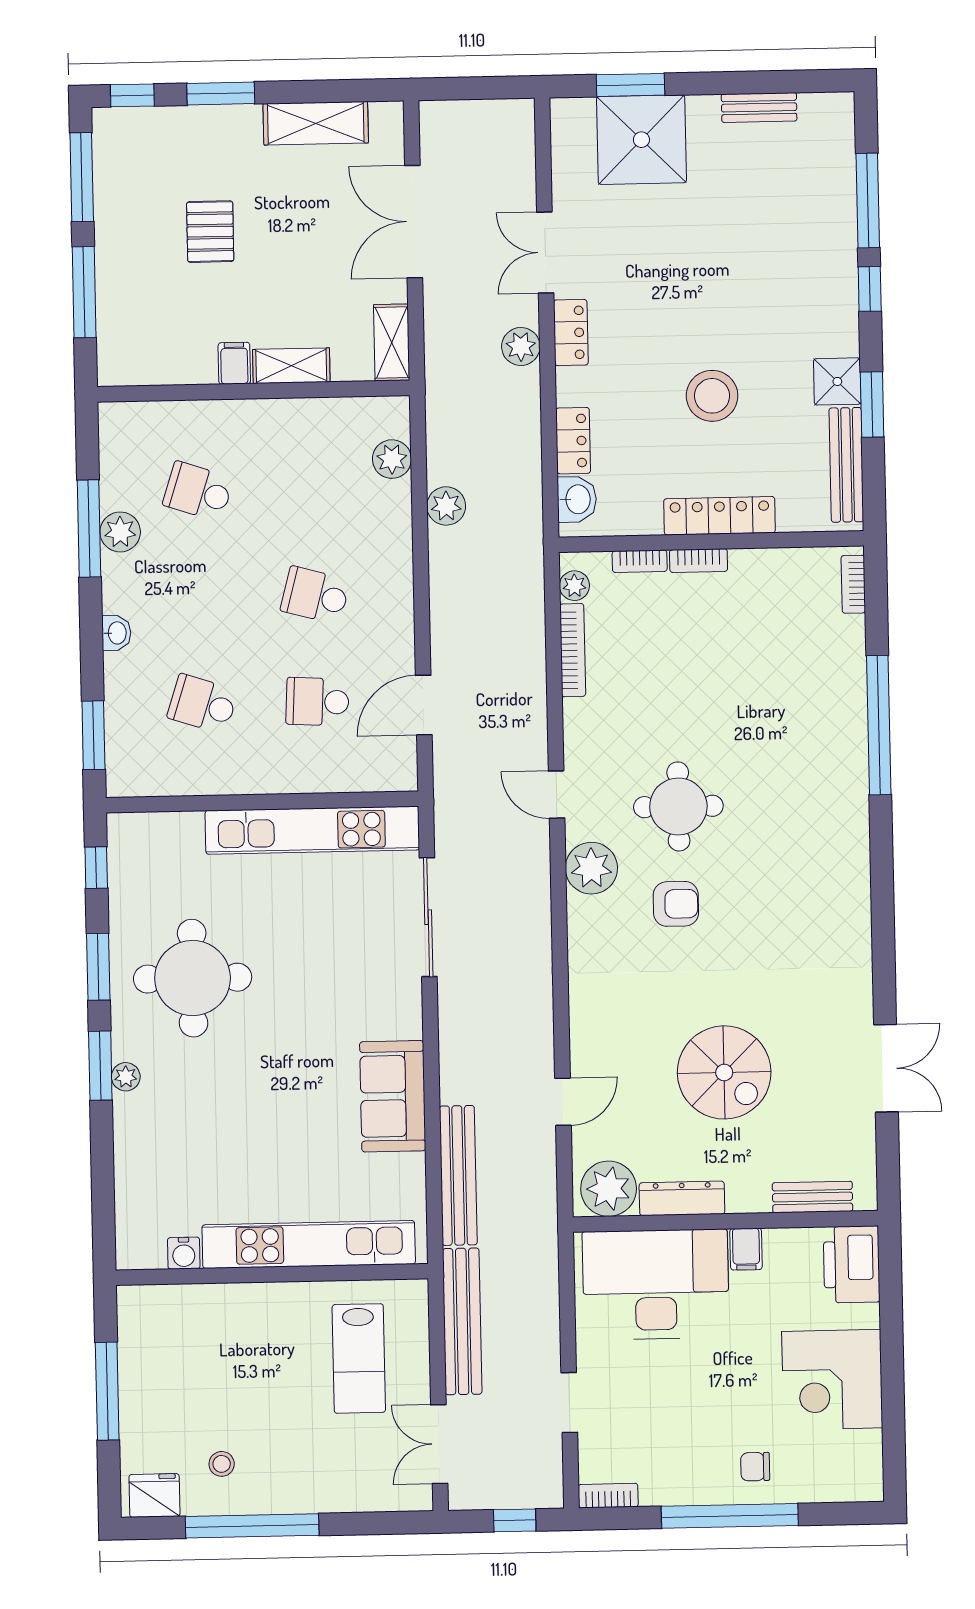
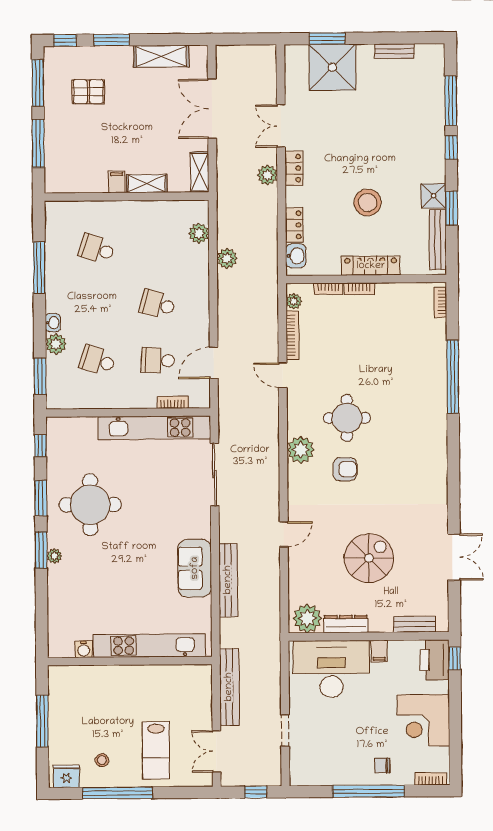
pallet: (210, 232) -> (88, 92), moved, turned 90
plant: (120, 532) -> (56, 344), moved
bookcase: (347, 781) -> (173, 402), added
door: (557, 795) -> (283, 375), moved
spiral stairs: (724, 1072) -> (369, 558), turned -90
door: (563, 1102) -> (284, 534), moved
bench: (458, 1175) -> (228, 580), moved
window: (890, 1261) -> (455, 659), added
lab bench: (359, 1358) -> (156, 750), moved
bookcase: (608, 1496) -> (431, 779), moved

